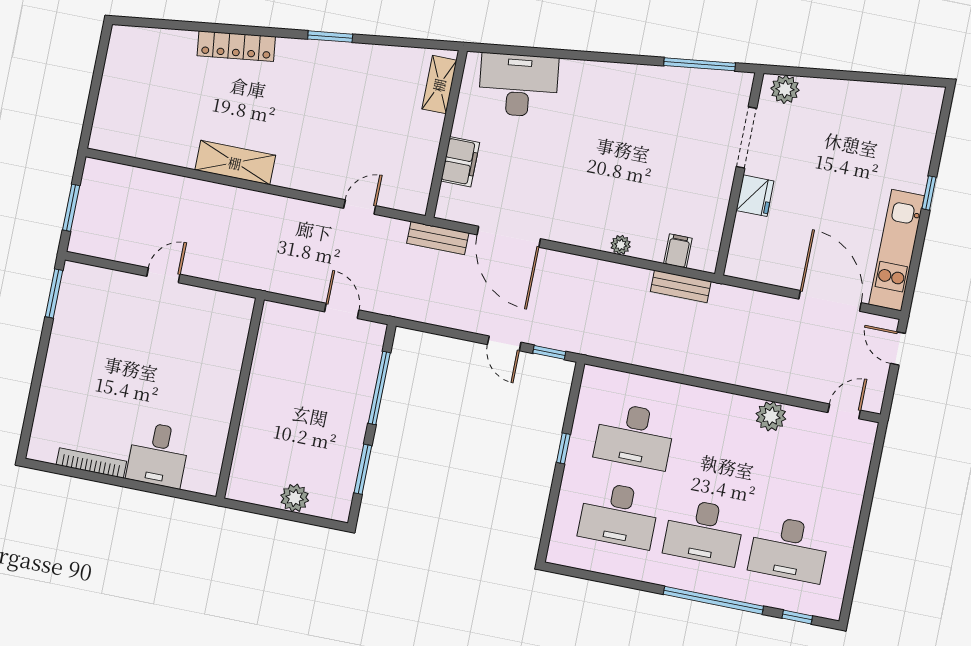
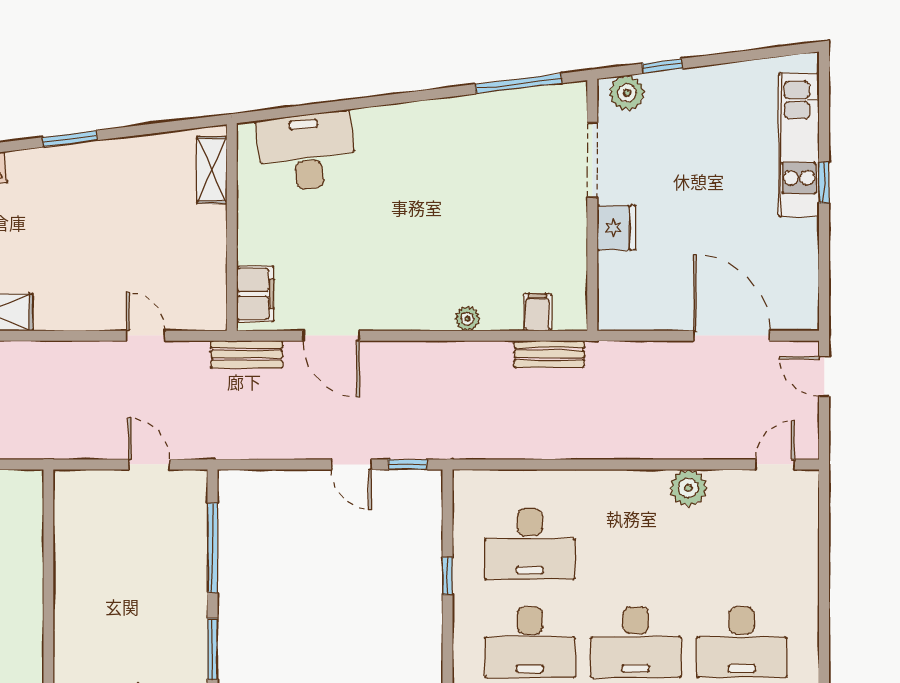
window: (818, 73) -> (663, 66), added
filing cabinet: (460, 162) -> (255, 294), moved
door: (360, 207) -> (146, 336), hinge flipped
door: (509, 237) -> (331, 336), width x0.73
kitchen unit: (897, 250) -> (799, 145), moved

